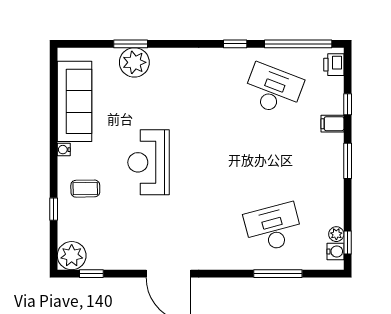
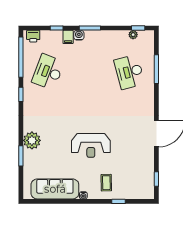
plant: (134, 62) -> (32, 140), moved
water cooler: (335, 251) -> (79, 35), moved
plant: (72, 256) -> (146, 191), removed

